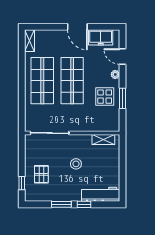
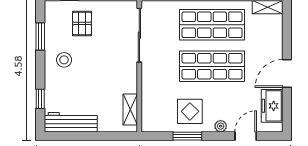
stool: (76, 164) -> (64, 60), moved
pallet: (41, 174) -> (82, 23), turned 90
workbench: (101, 194) -> (71, 122), moved, turned -90
window: (61, 204) -> (40, 37), moved
window: (84, 204) -> (40, 99), moved

